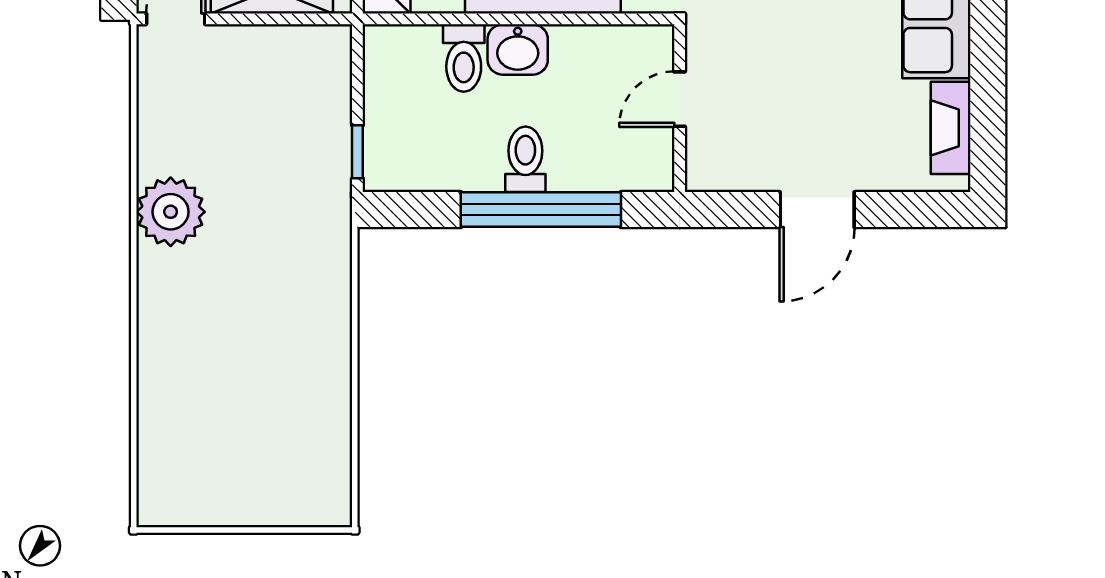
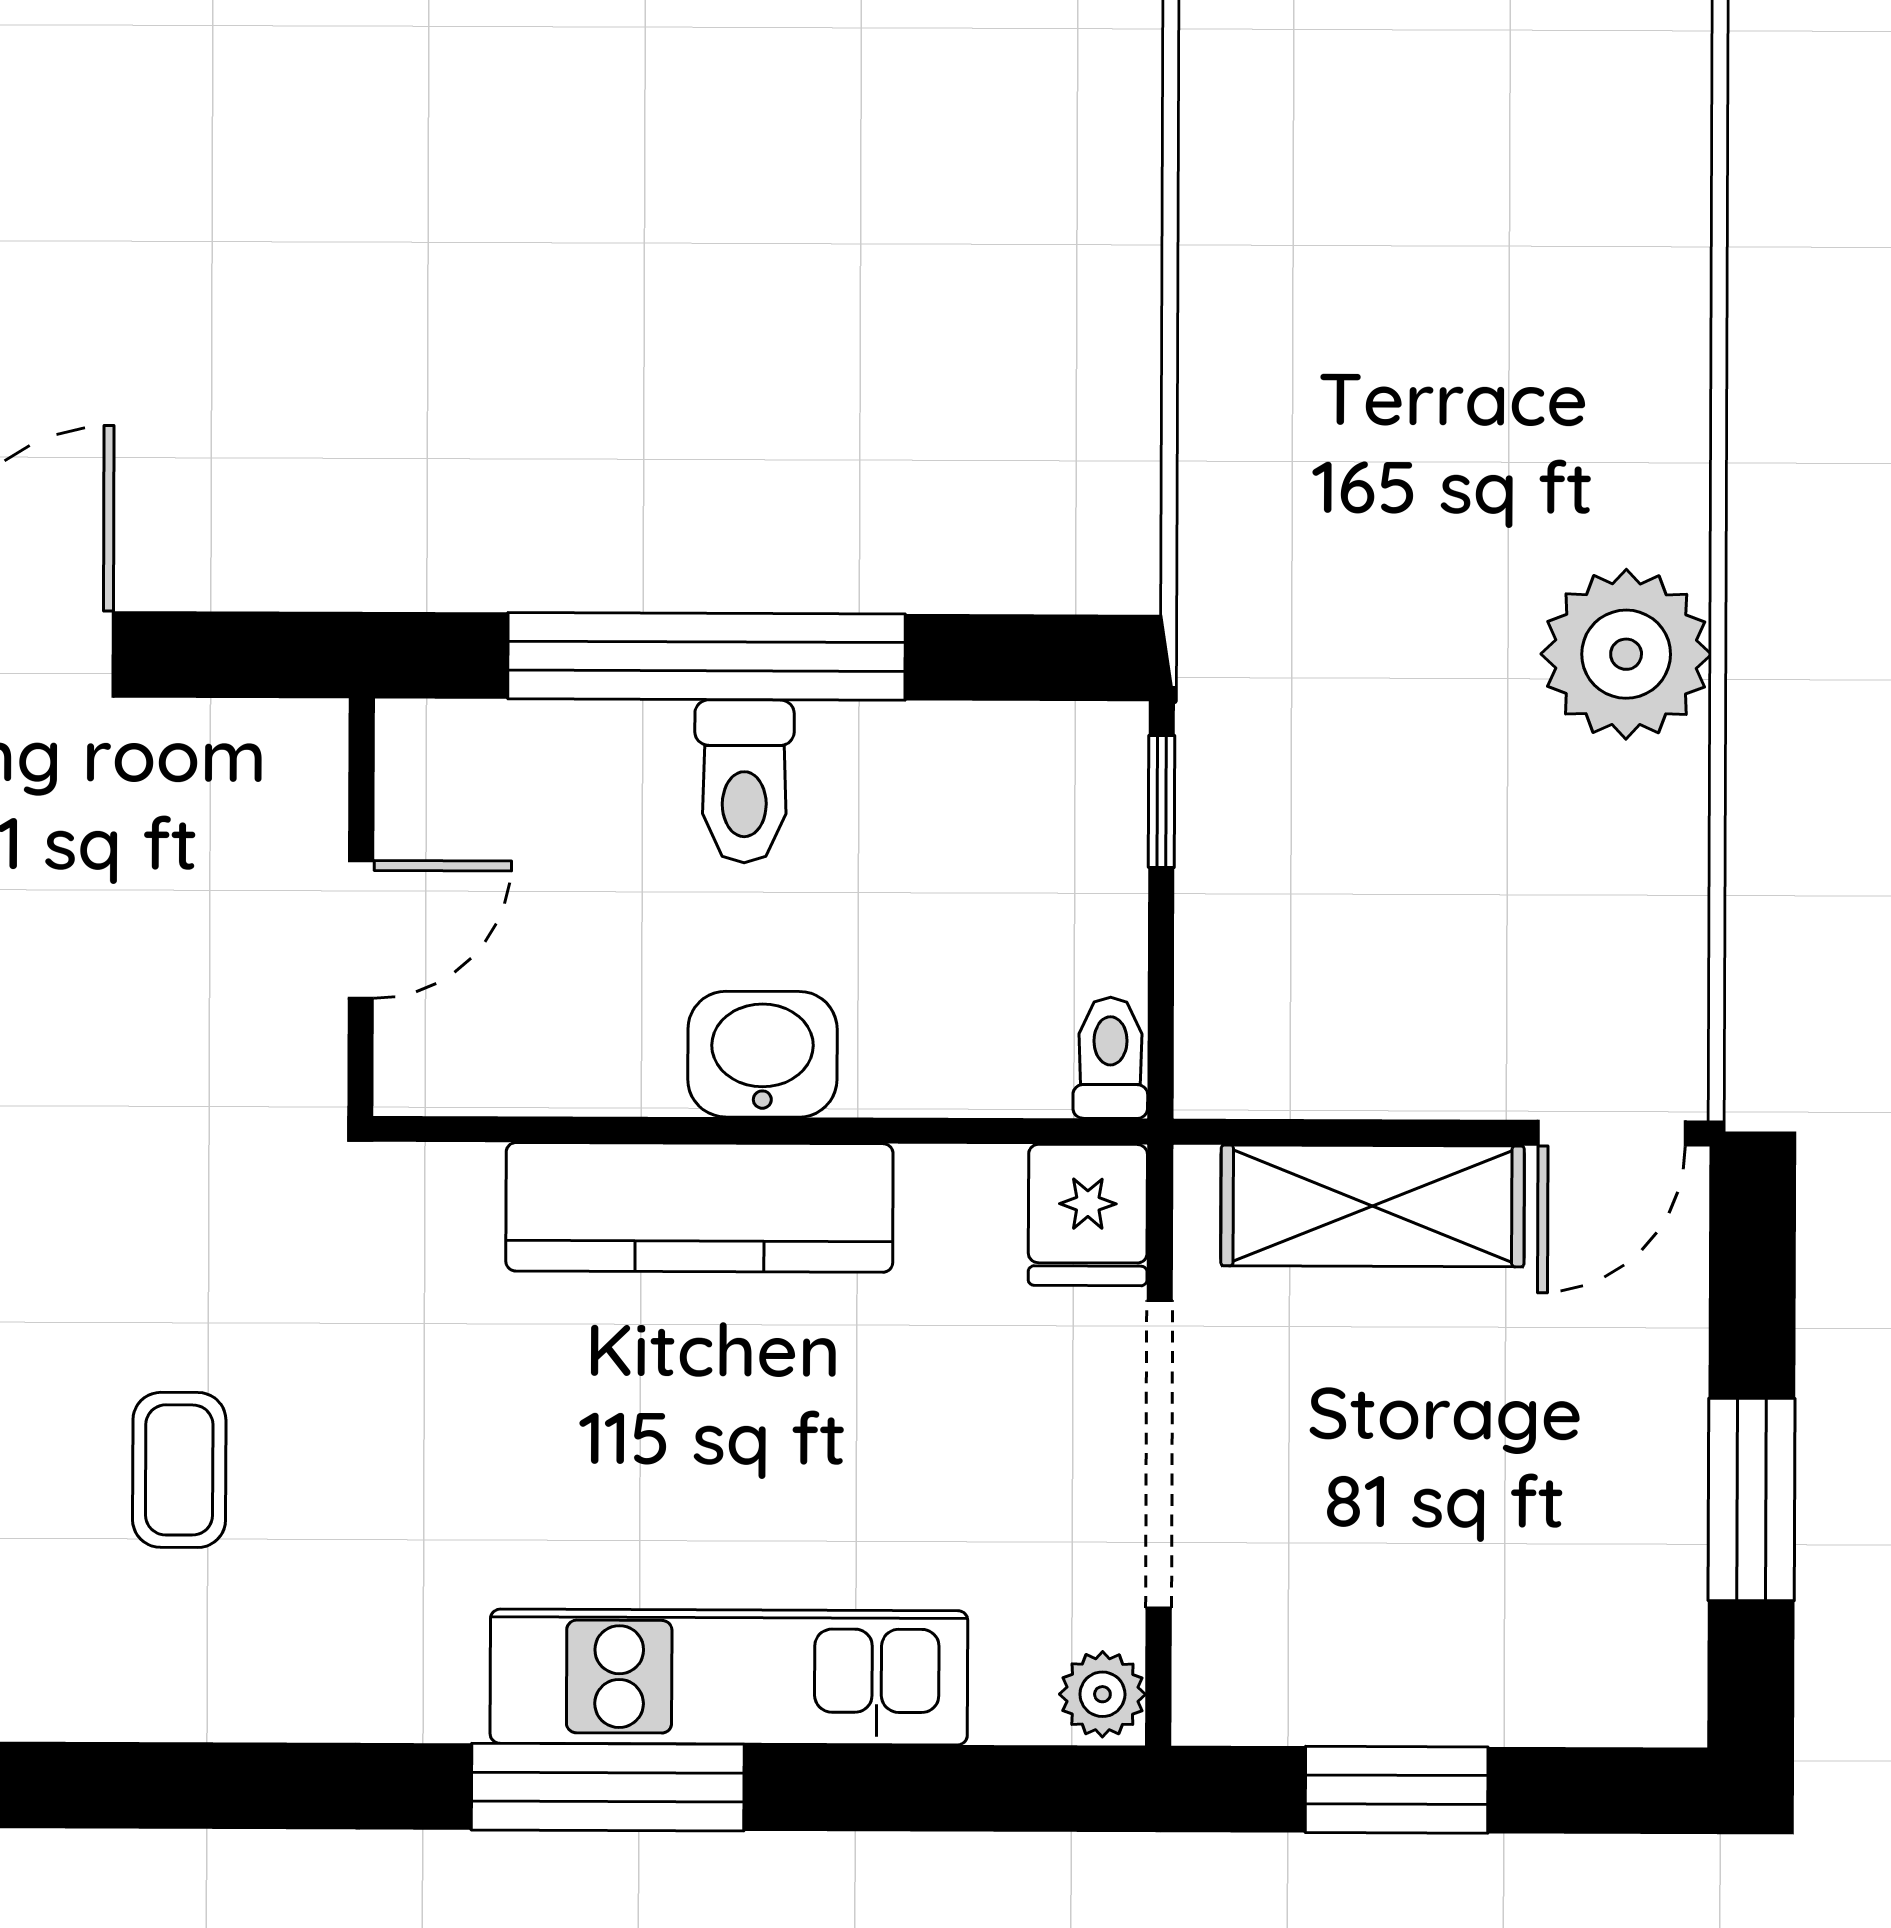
toilet: (464, 58) -> (1110, 1058), moved, width x0.73, depth x0.72

